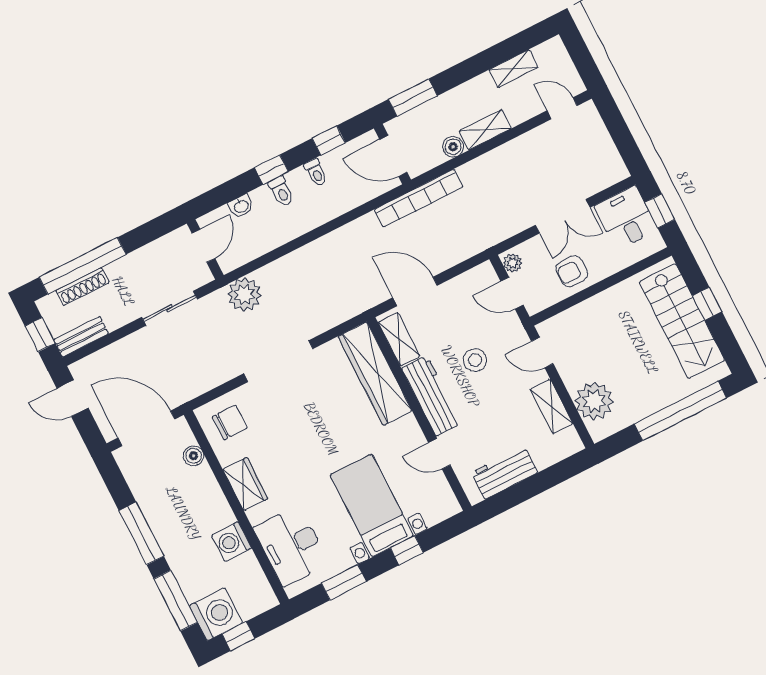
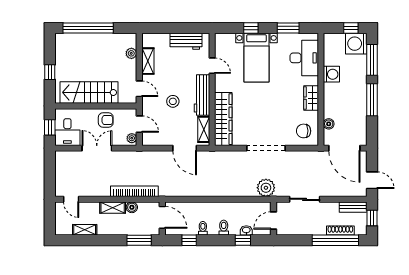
window: (271, 170) -> (243, 240), moved
bookcase: (419, 198) -> (134, 191), moved
stairs: (682, 321) -> (89, 92), moved, turned -90
plant: (594, 401) -> (131, 53), width x0.53, depth x0.53

